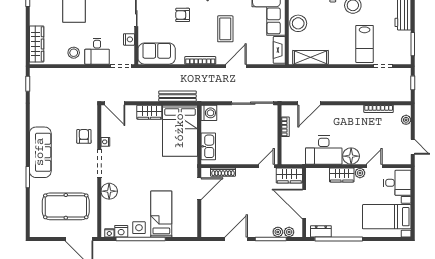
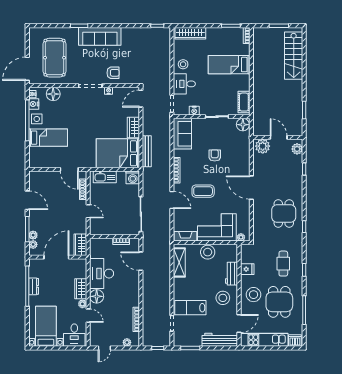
door: (266, 166) -> (88, 211), moved
floor lamp: (109, 191) -> (53, 94), moved
dresser: (321, 231) -> (34, 286), moved

